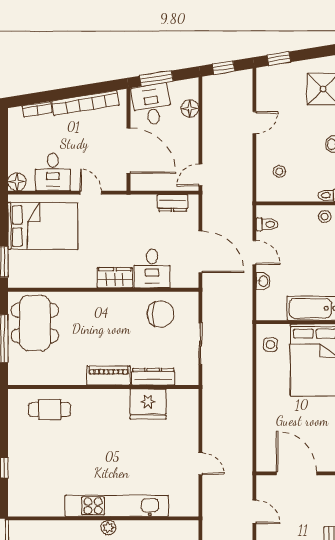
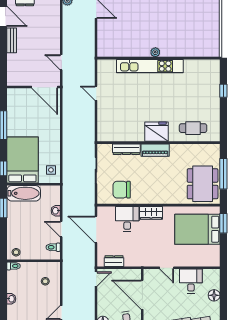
floor lamp: (17, 182) -> (214, 295), moved
bed: (43, 226) -> (197, 229), moved
fridge: (148, 404) -> (157, 132), moved
door: (296, 473) -> (45, 87), moved

